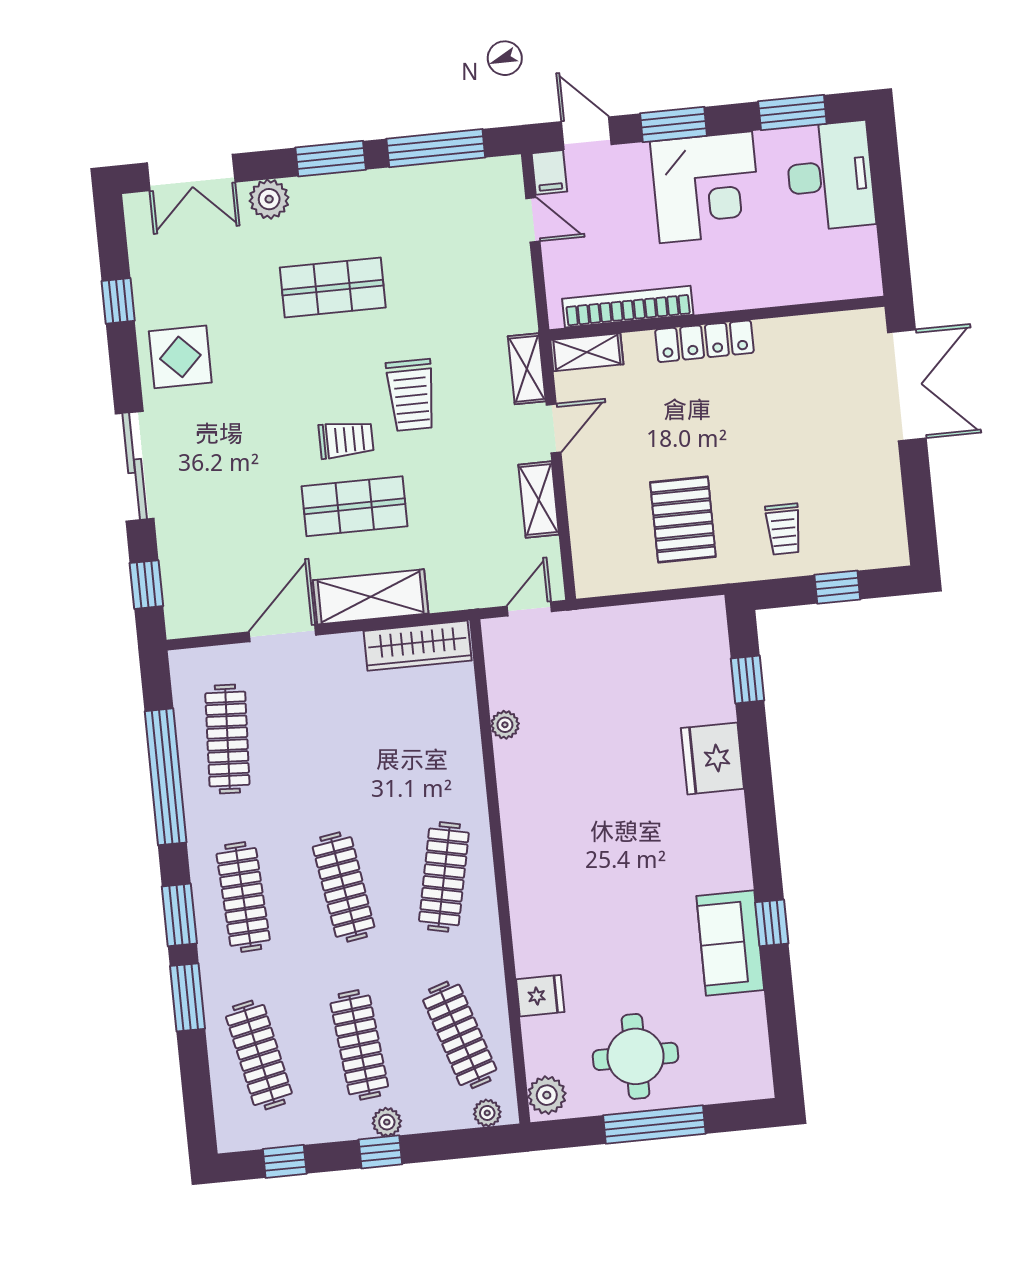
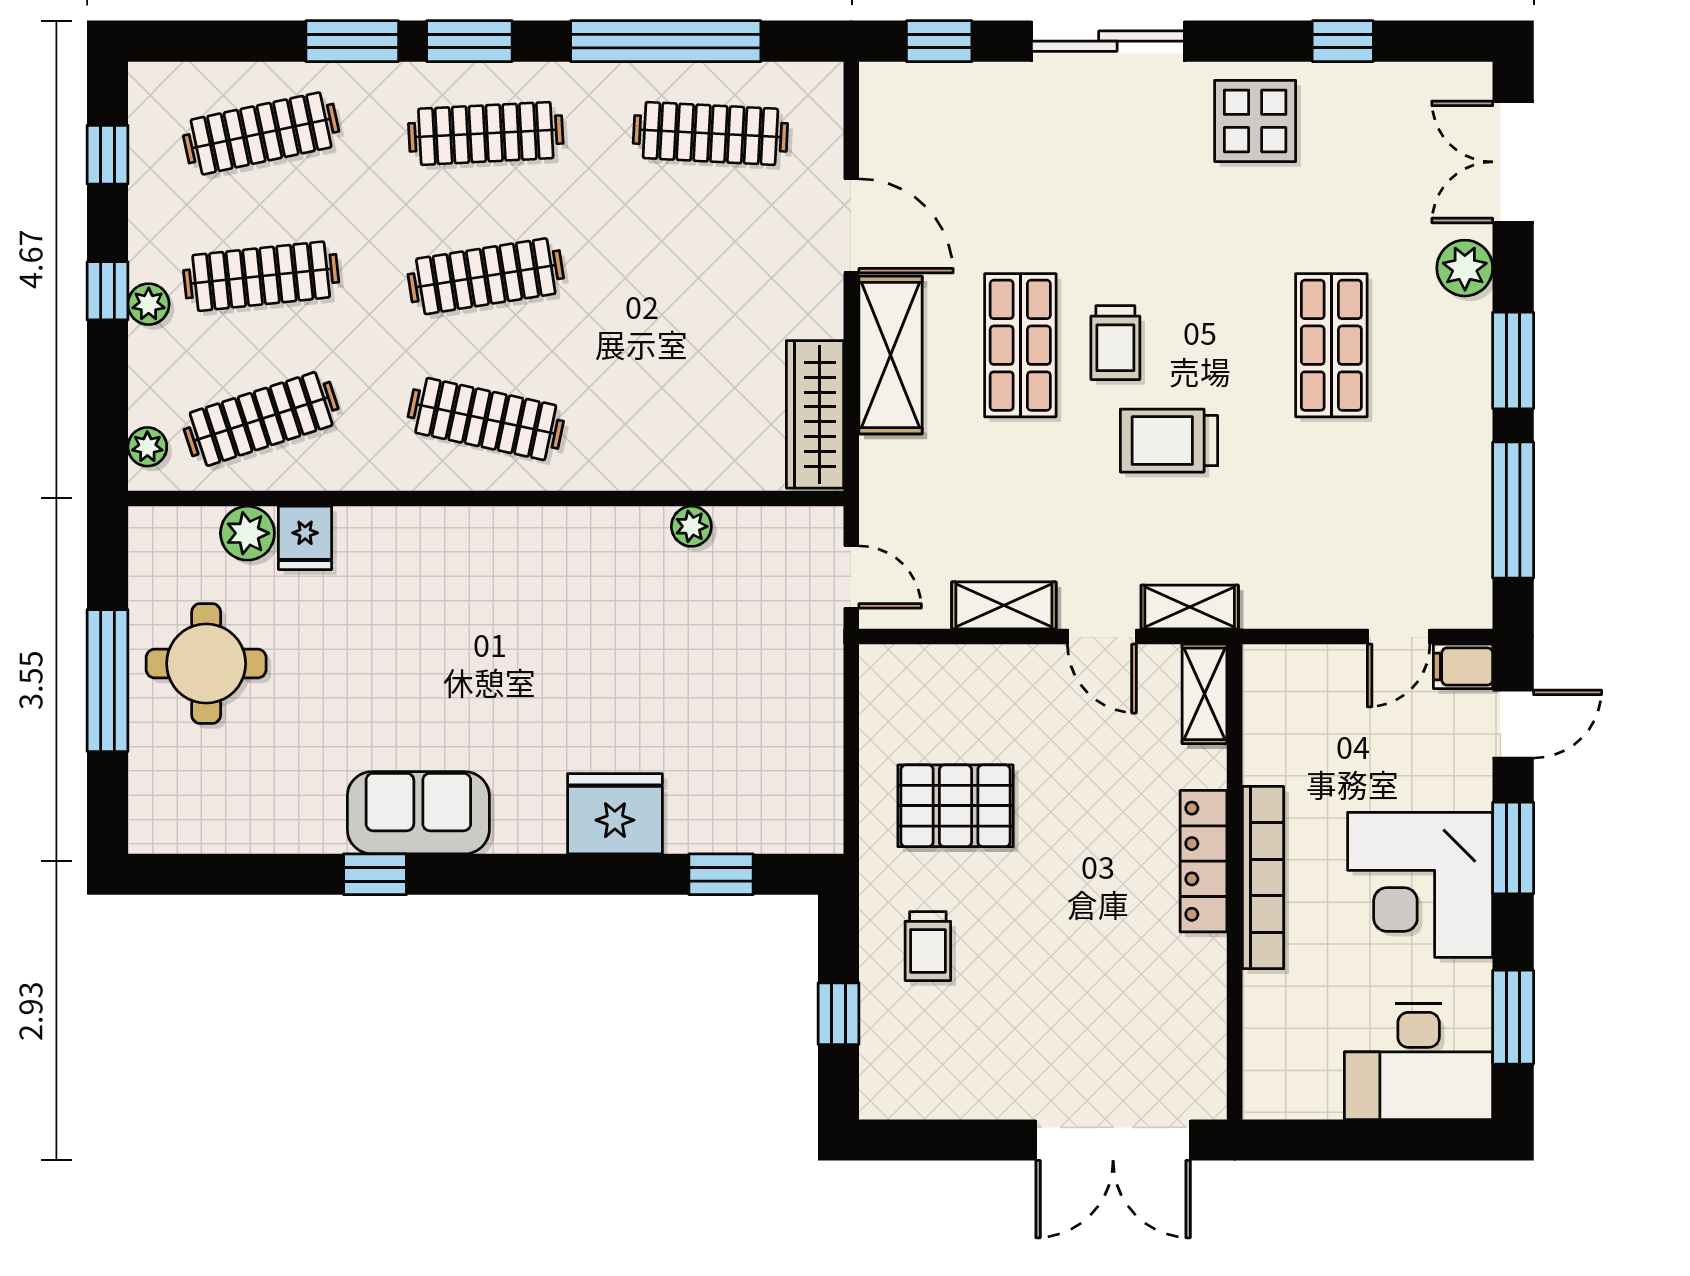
bookcase: (628, 307) -> (1263, 878), moved
trolley: (784, 529) -> (928, 946), turned -90
sofa: (730, 943) -> (418, 813), moved
plant: (547, 1095) -> (247, 533), moved

